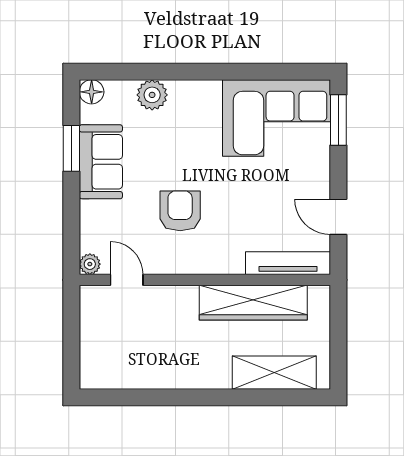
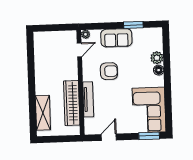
floor lamp: (92, 92) -> (159, 70), moved
sofa: (101, 162) -> (116, 38), moved
tv unit: (288, 263) -> (88, 99), moved

